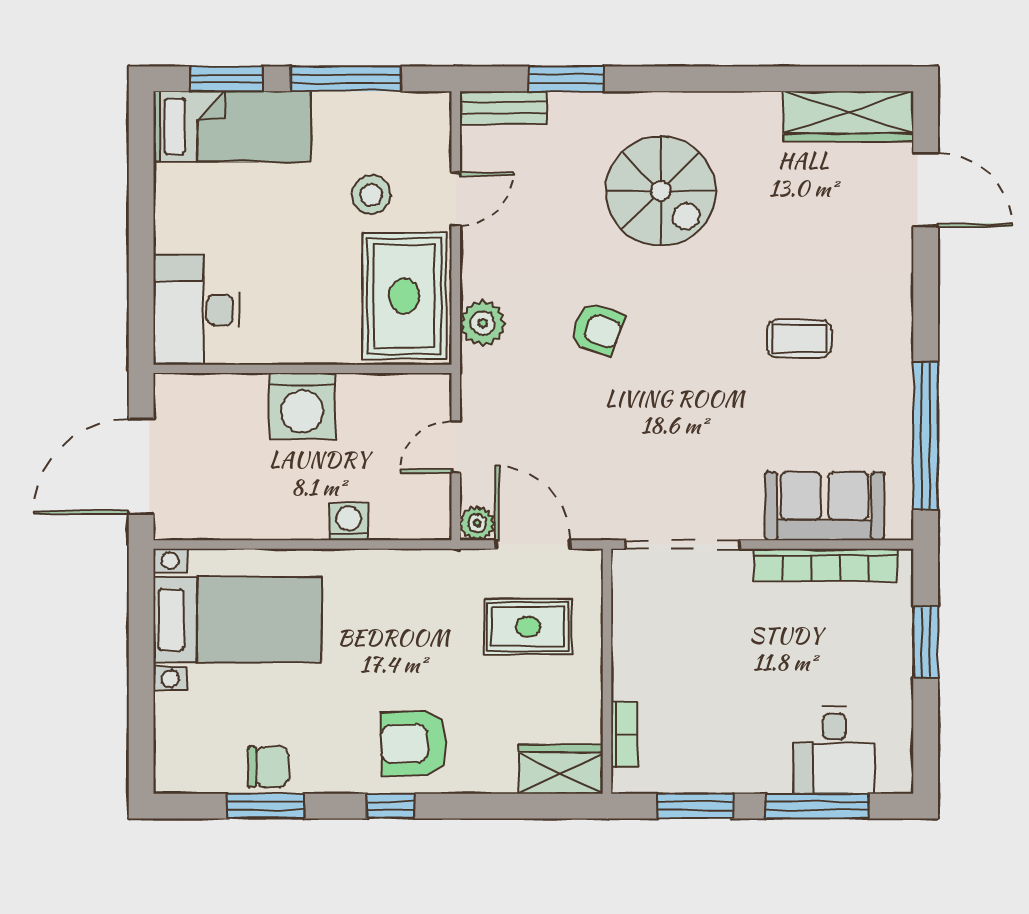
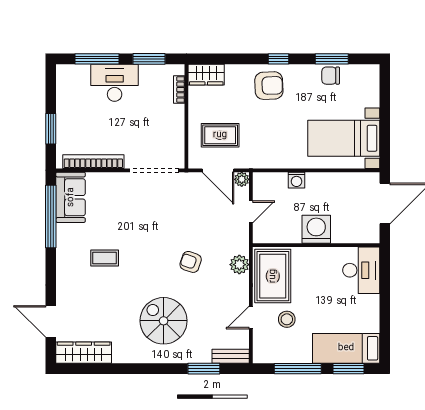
sofa: (824, 506) -> (71, 197), moved, turned -90
desk: (834, 750) -> (115, 83), moved, width x1.37

